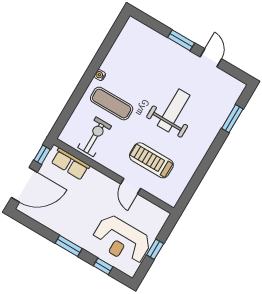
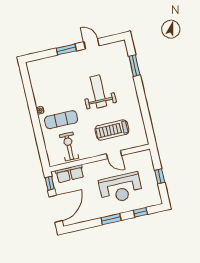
reception desk: (122, 240) -> (121, 188), moved

